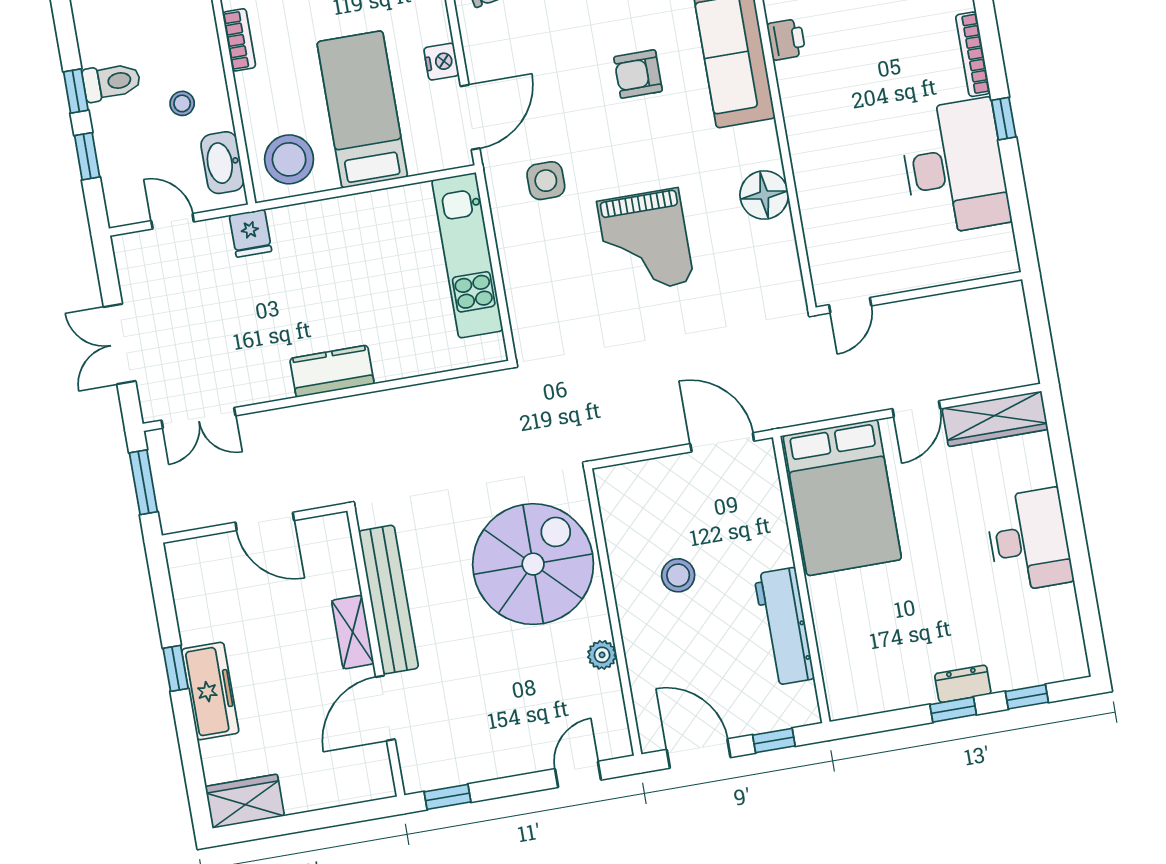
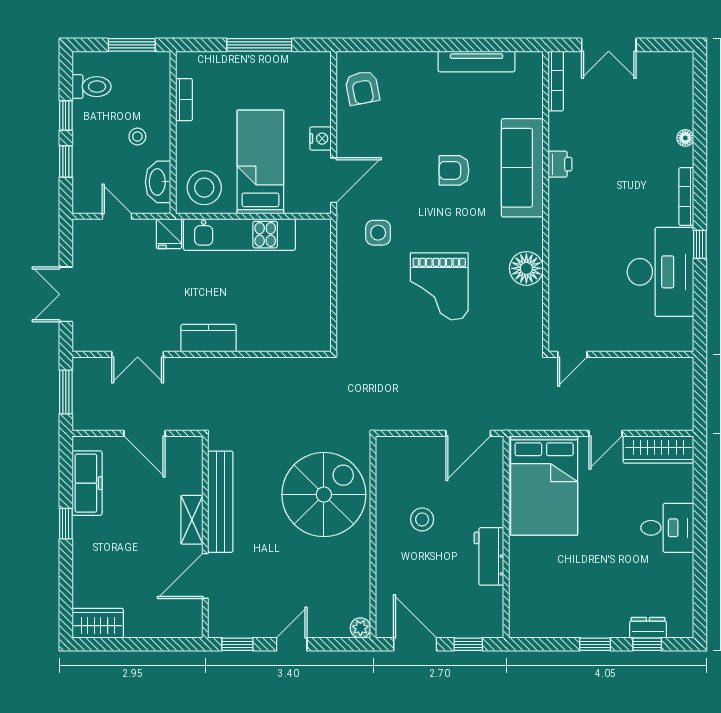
toilet: (112, 82) -> (92, 87), moved
kitchen unit: (467, 255) -> (239, 235), moved, turned -90
double door: (198, 418) -> (138, 354), moved
door: (722, 442) -> (468, 433), swing flipped
desk: (1029, 540) -> (667, 528), width x0.73
workbench: (784, 626) -> (489, 556), width x0.73
plant: (602, 655) -> (360, 628), moved
dresser: (963, 684) -> (648, 628), moved
freezer: (210, 691) -> (87, 483), moved
door: (578, 774) -> (292, 644), moved

